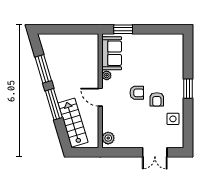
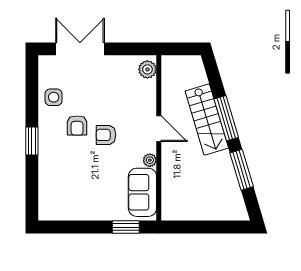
armchair: (157, 99) -> (77, 125), turned 180
stairs: (73, 123) -> (207, 120), moved
double door: (155, 152) -> (80, 49), width x1.37

